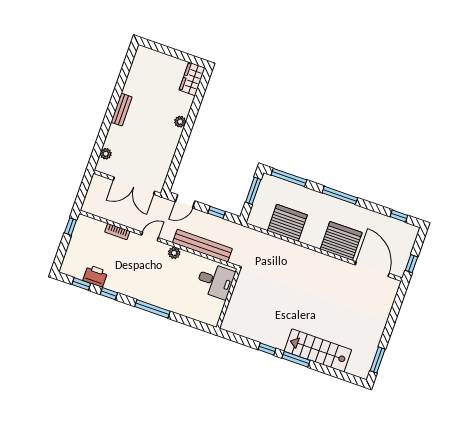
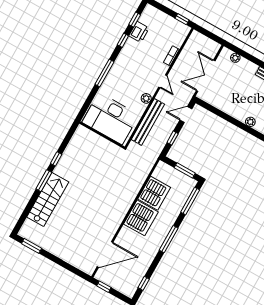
door: (185, 201) -> (186, 114), hinge flipped
server rack: (341, 241) -> (141, 218), moved
desk: (215, 281) -> (110, 119), width x1.87, depth x1.30

